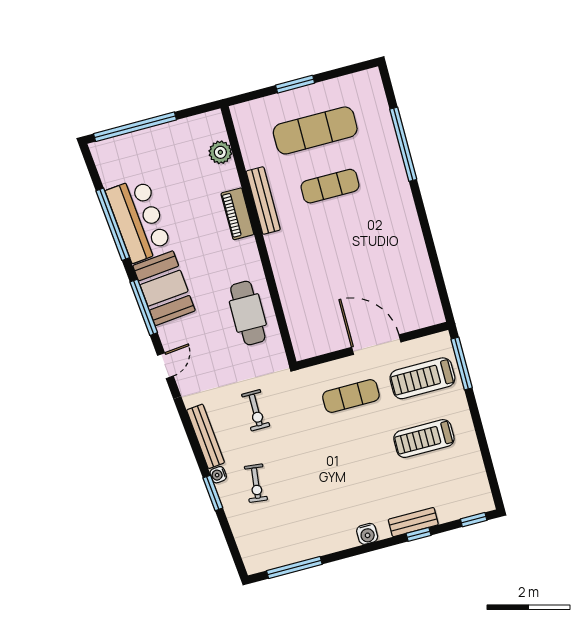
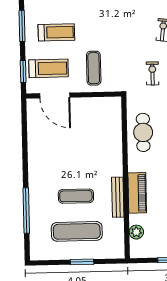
piano: (237, 214) -> (137, 193), width x1.37, depth x1.33
door: (376, 345) -> (55, 95), moved
window: (462, 364) -> (23, 72), width x0.69
exercise mat: (351, 396) -> (94, 68), turned 90
window: (481, 435) -> (22, 26), added

